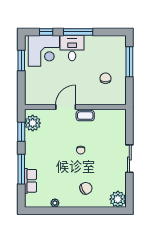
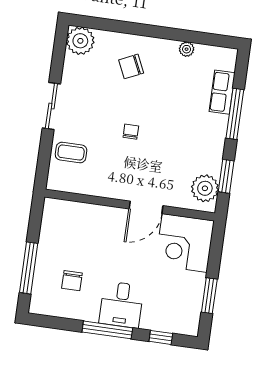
corner desk: (44, 51) -> (185, 243), moved, turned -90
chair: (105, 78) -> (72, 281), moved
coffee table: (85, 116) -> (71, 153), moved

